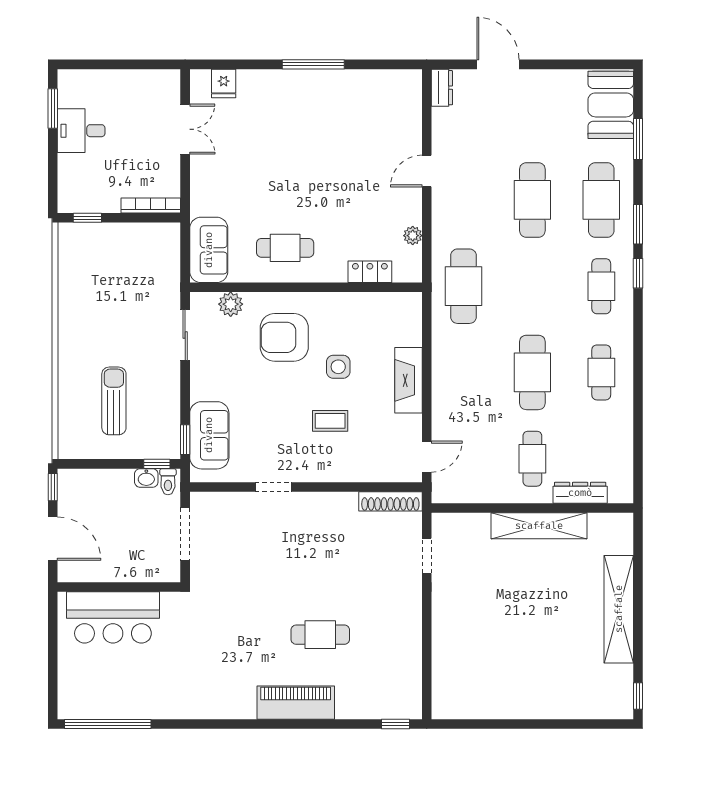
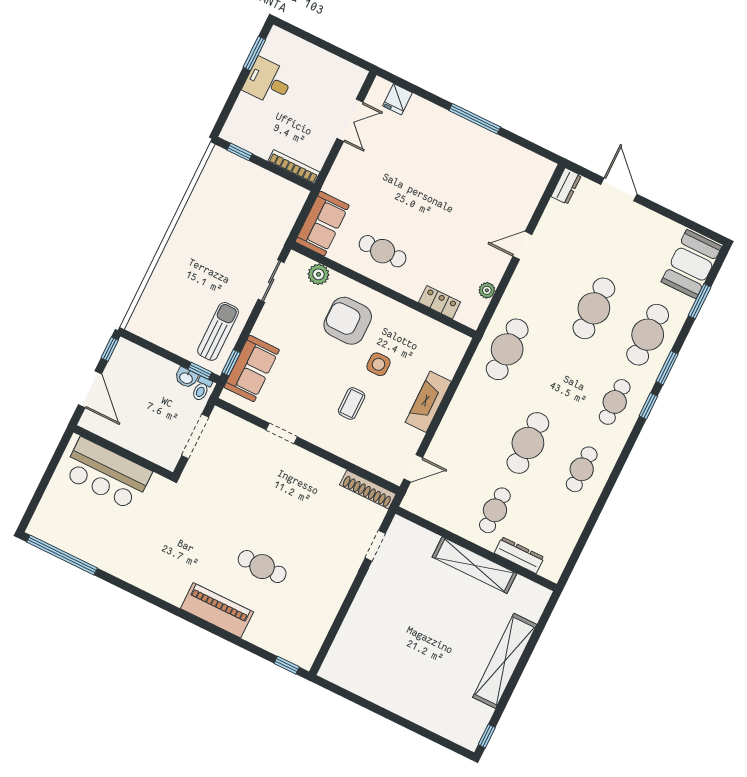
sun lounger: (114, 401) -> (218, 331), moved
coffee table: (330, 421) -> (352, 403), turned 90

